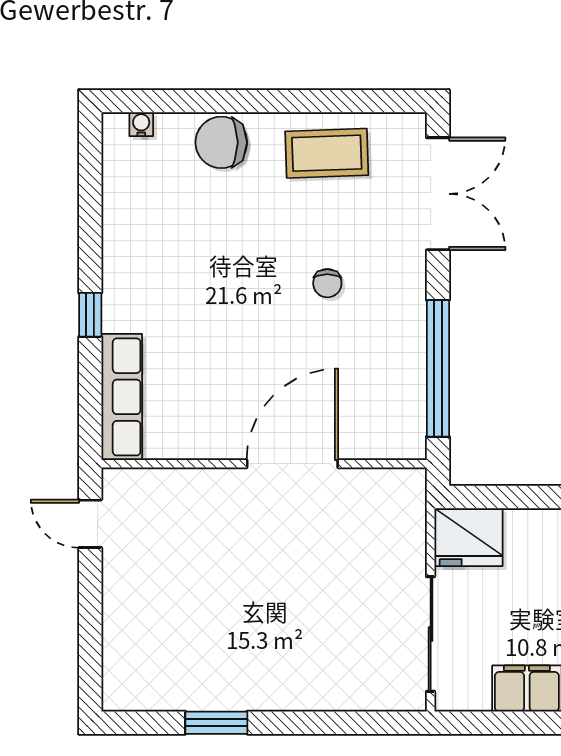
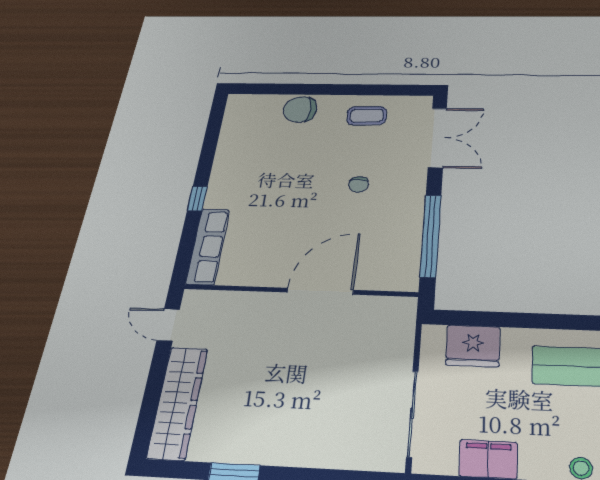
water cooler: (141, 124) -> (252, 100), removed
coffee table: (327, 153) -> (367, 116), width x0.73, depth x0.77
fridge: (468, 537) -> (473, 346), moved
wardrobe: (126, 634) -> (178, 402), added

